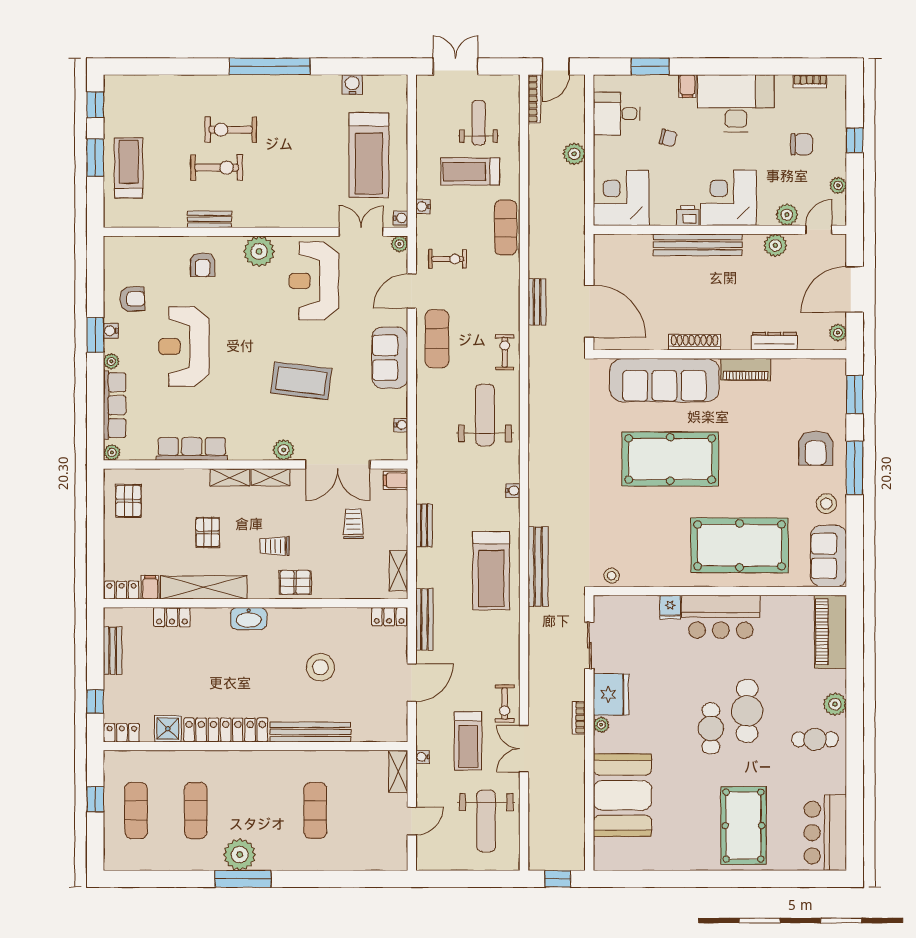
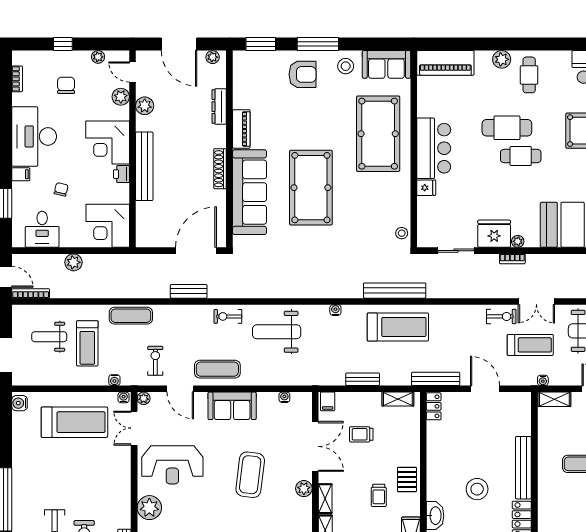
water cooler: (352, 85) -> (20, 403), moved
stool: (320, 667) -> (477, 489), moved

